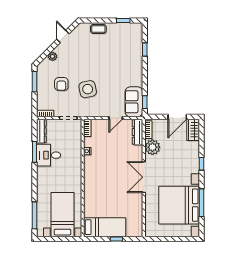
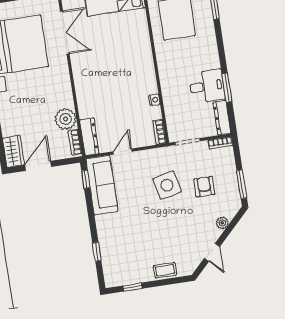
sofa: (134, 102) -> (102, 185), width x1.36
double door: (144, 177) -> (65, 32), moved

